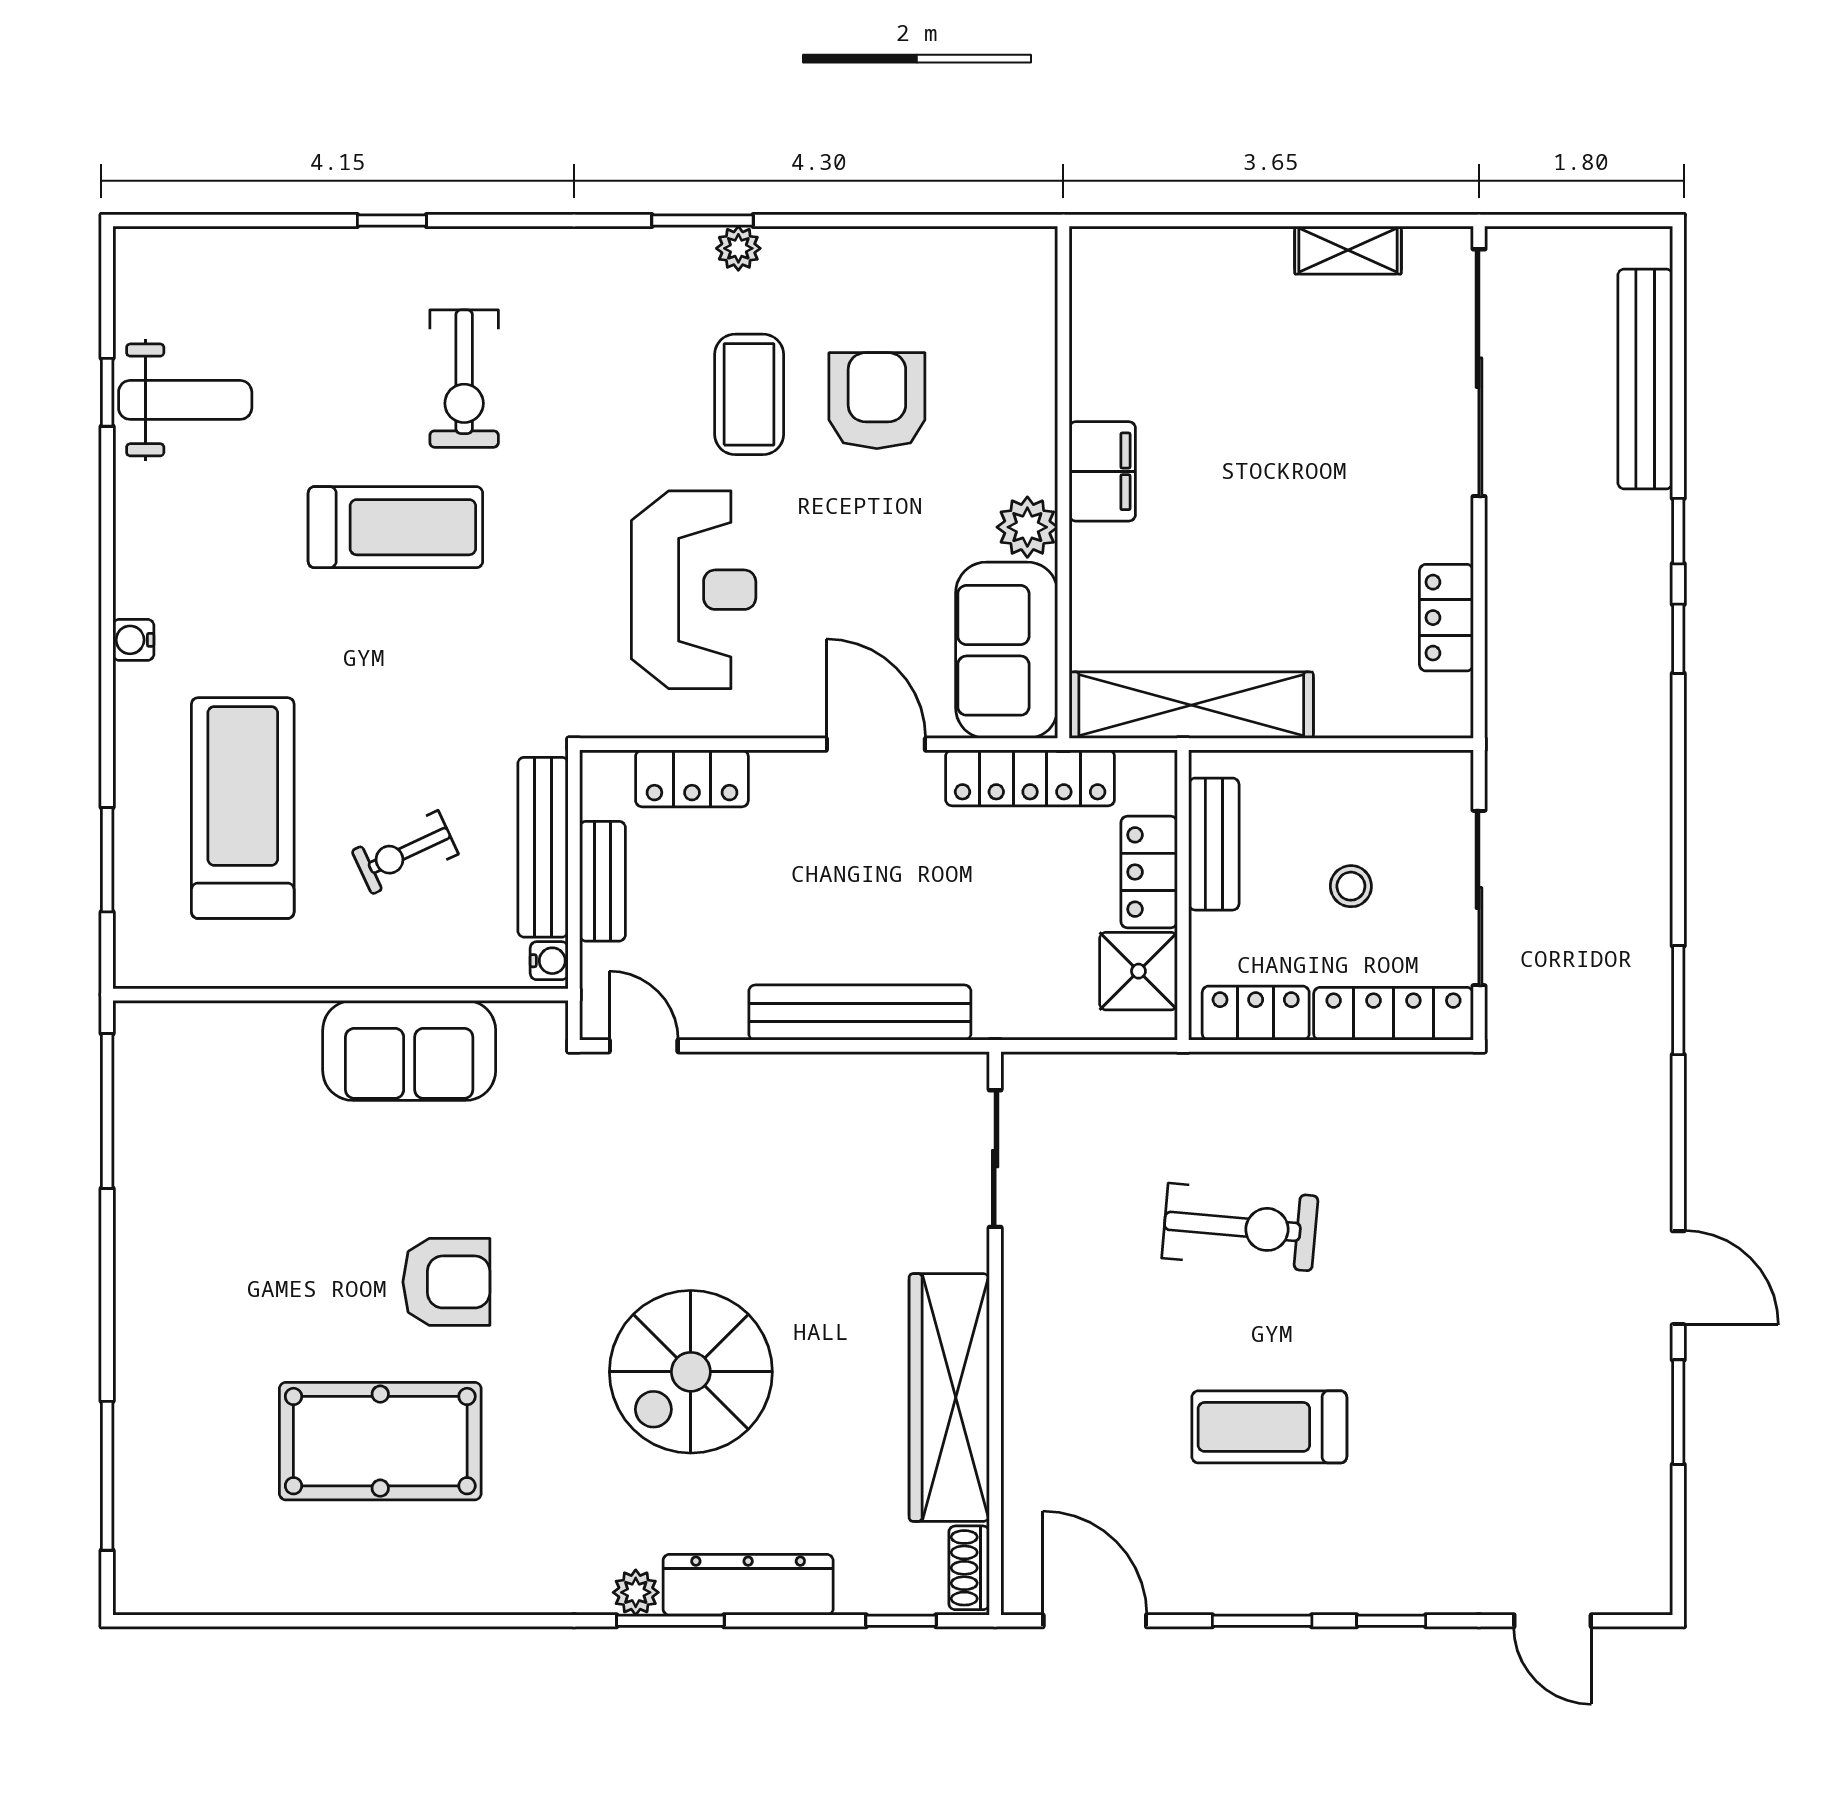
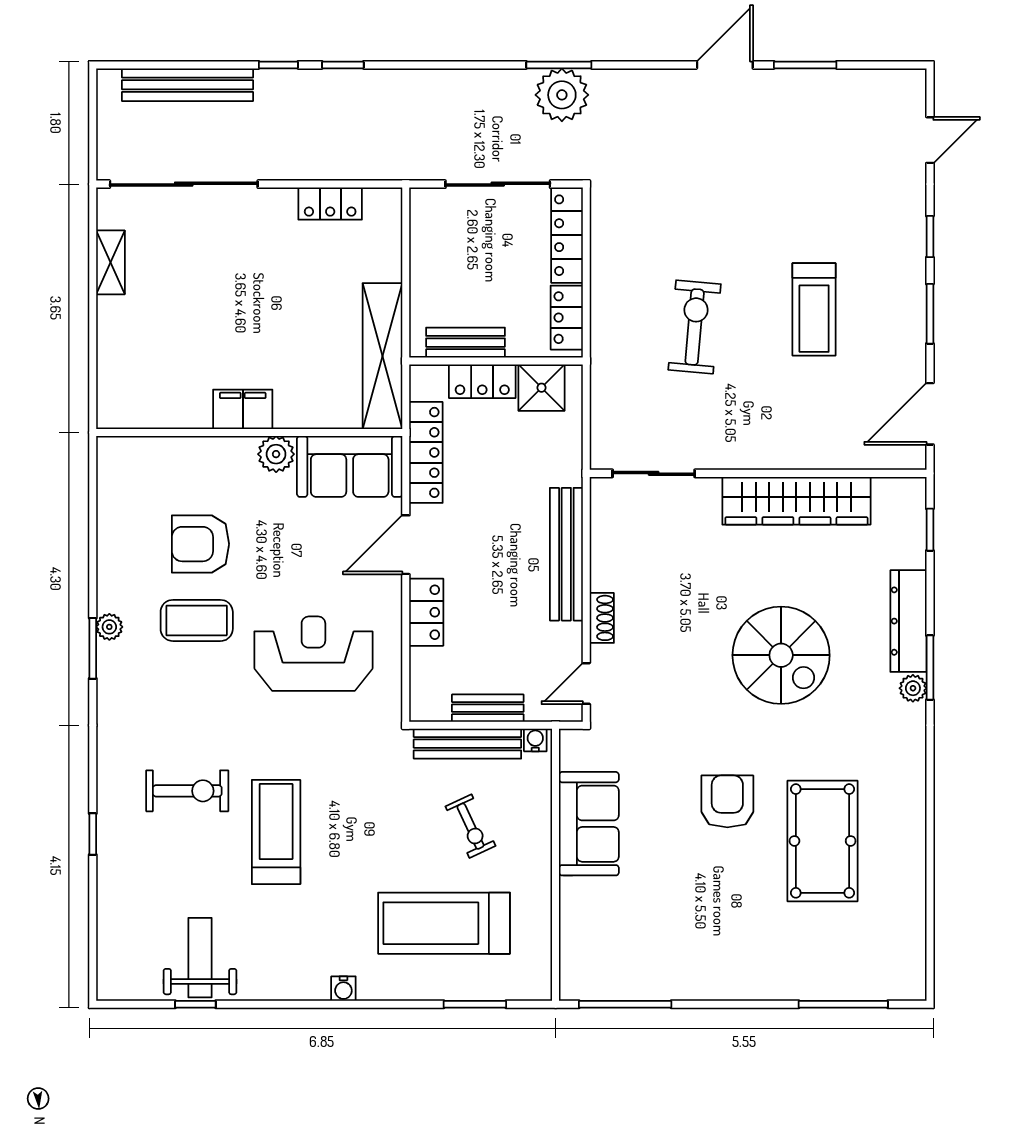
locker: (692, 778) -> (426, 612), moved
stool: (1351, 886) -> (491, 261), removed
plant: (1628, 1005) -> (562, 95), added
shoe rack: (969, 1568) -> (602, 618), moved, turned -90

